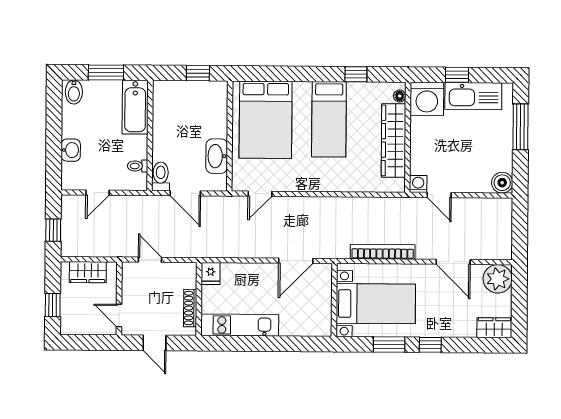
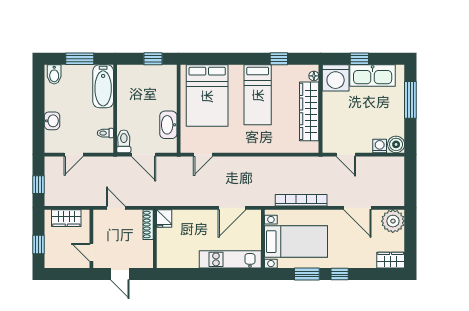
washing machine: (418, 184) -> (380, 146), moved
shoe rack: (190, 308) -> (148, 225), moved
kitchen unit: (240, 325) -> (230, 259), moved

